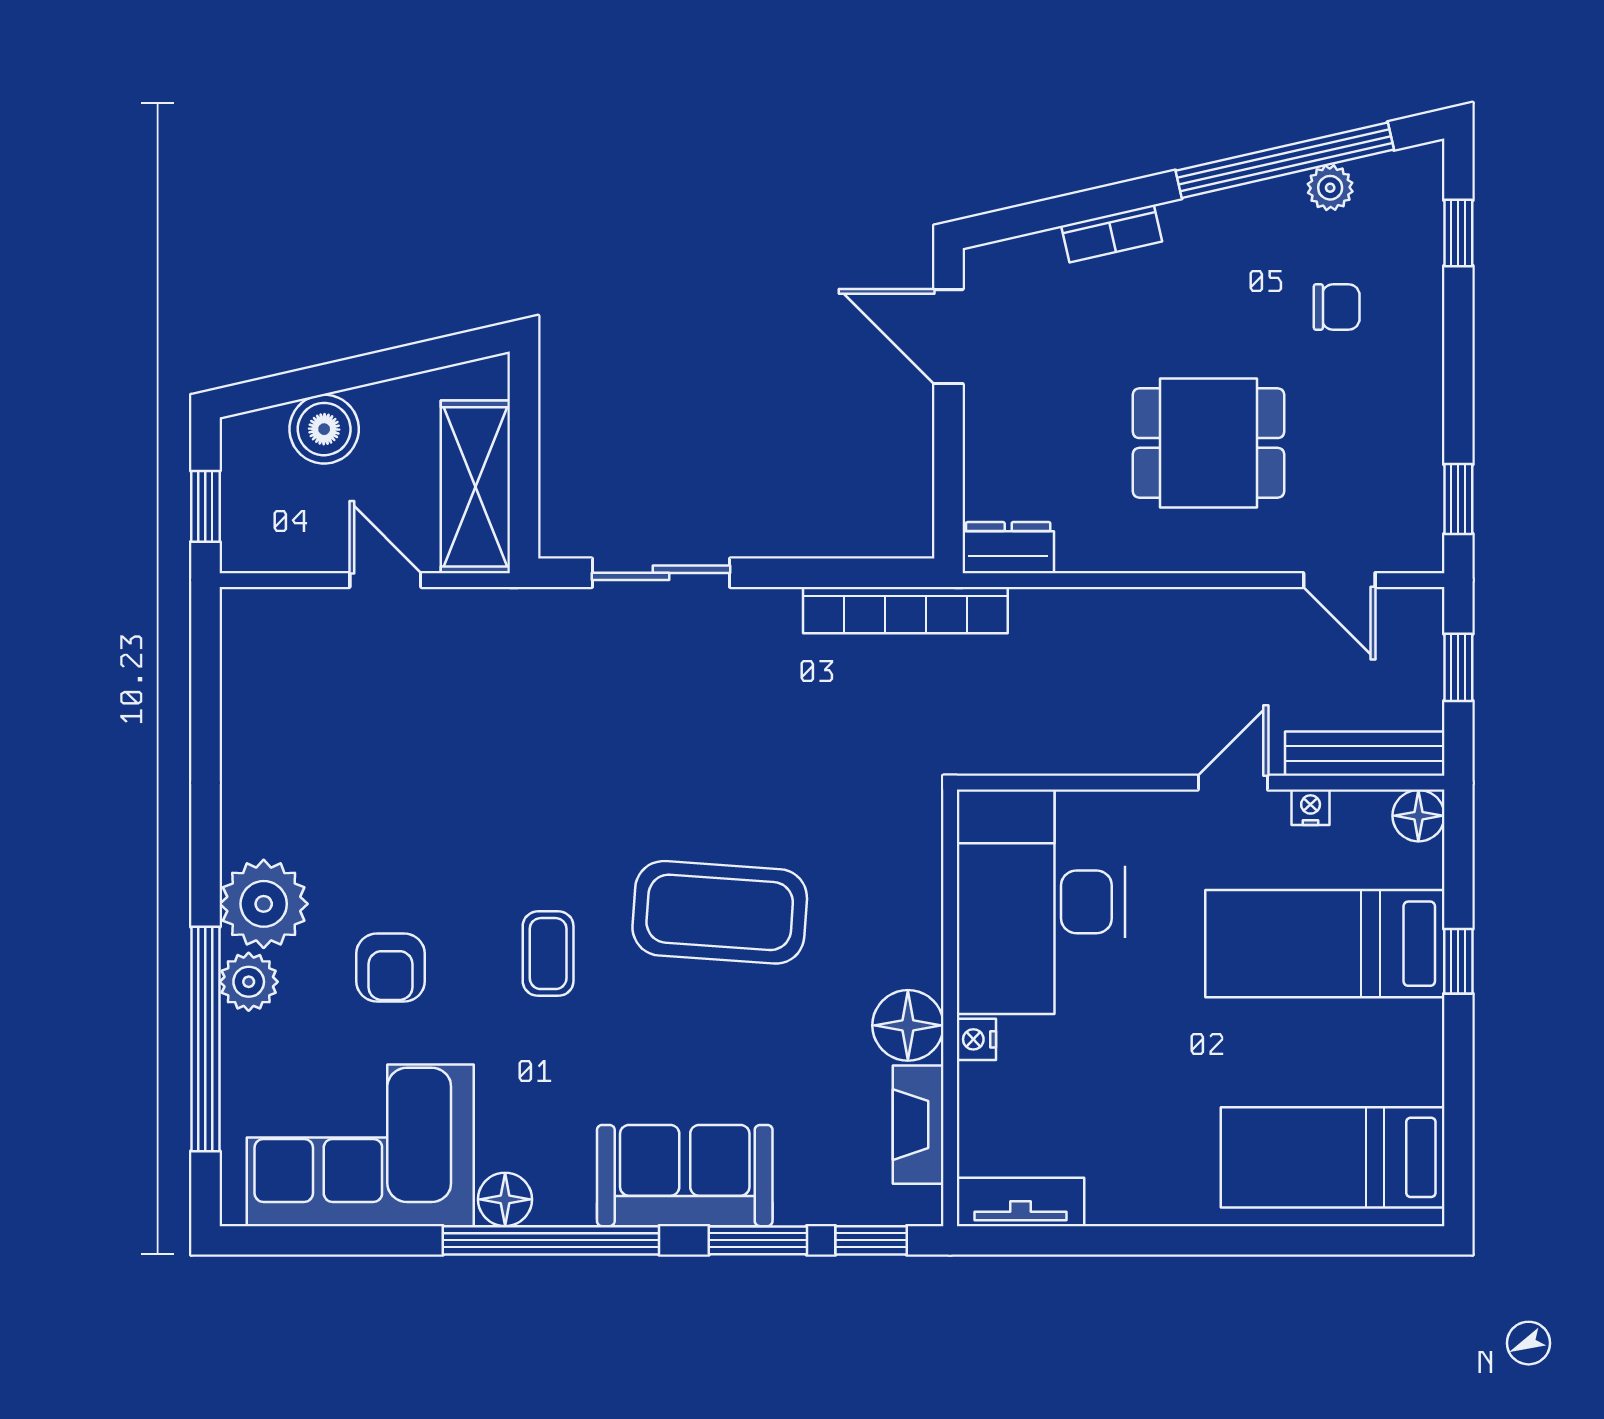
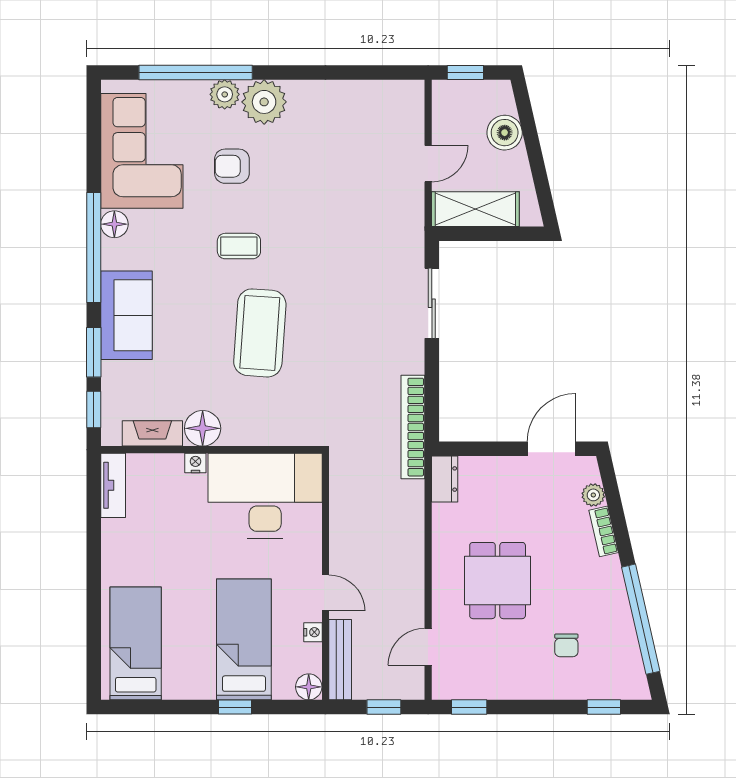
plant: (1330, 188) -> (593, 495), moved

